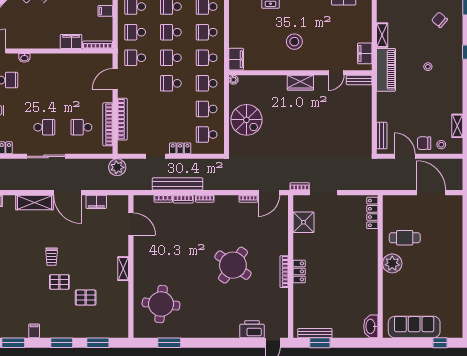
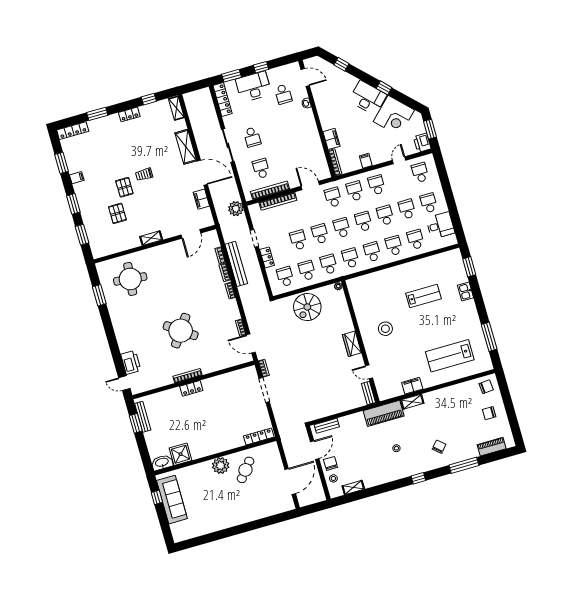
filing cabinet: (365, 53) -> (412, 386), moved
filing cabinet: (236, 59) -> (356, 284), removed
school desk: (171, 109) -> (298, 240), added
door: (68, 193) -> (202, 173), swing flipped
shower: (303, 222) -> (180, 454), moved
cafe table: (405, 238) -> (245, 470), turned 39
window: (440, 343) -> (157, 497), moved

